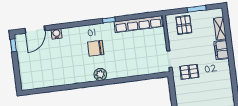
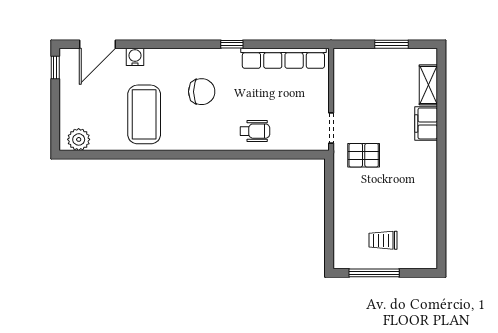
pallet: (184, 25) -> (365, 70), removed
chair: (96, 48) -> (202, 92), turned 180
coffee table: (66, 65) -> (144, 114), added
wheelchair: (128, 66) -> (255, 131), added
plant: (100, 74) -> (79, 139), moved

